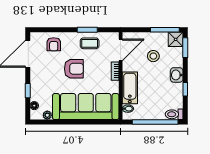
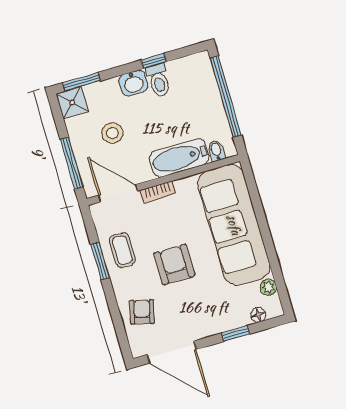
window: (165, 30) -> (72, 163), moved
armchair: (54, 44) -> (142, 312), turned -76
toilet: (174, 114) -> (158, 81), moved

